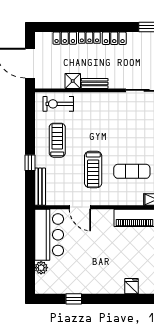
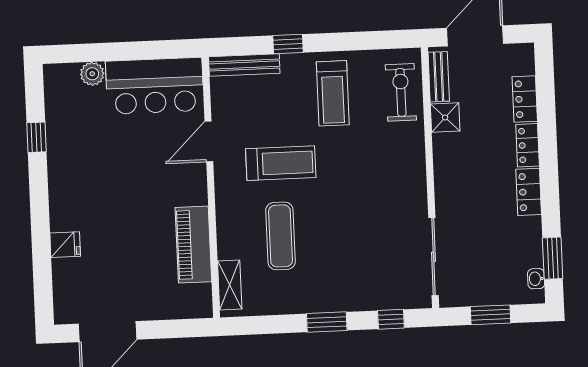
bench: (95, 83) -> (439, 77), moved
treadmill: (57, 140) -> (333, 93), turned 90
treadmill: (93, 169) -> (281, 163), turned 180

